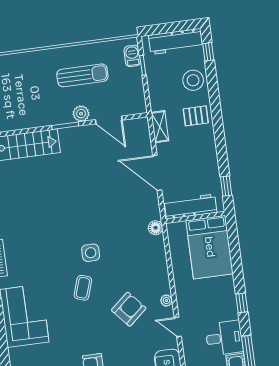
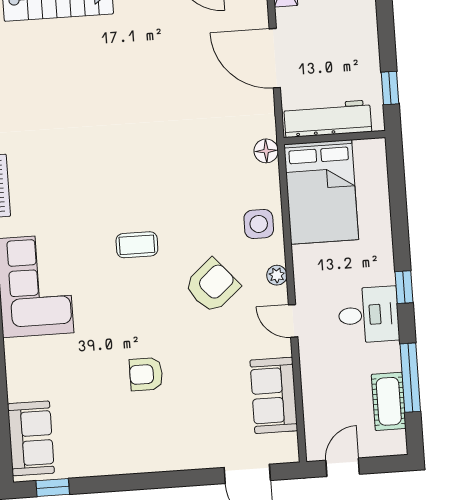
bed: (210, 247) -> (321, 192), moved
side table: (91, 253) -> (259, 224), moved
coffee table: (83, 288) -> (137, 245), turned 72
desk: (224, 338) -> (369, 315), moved

